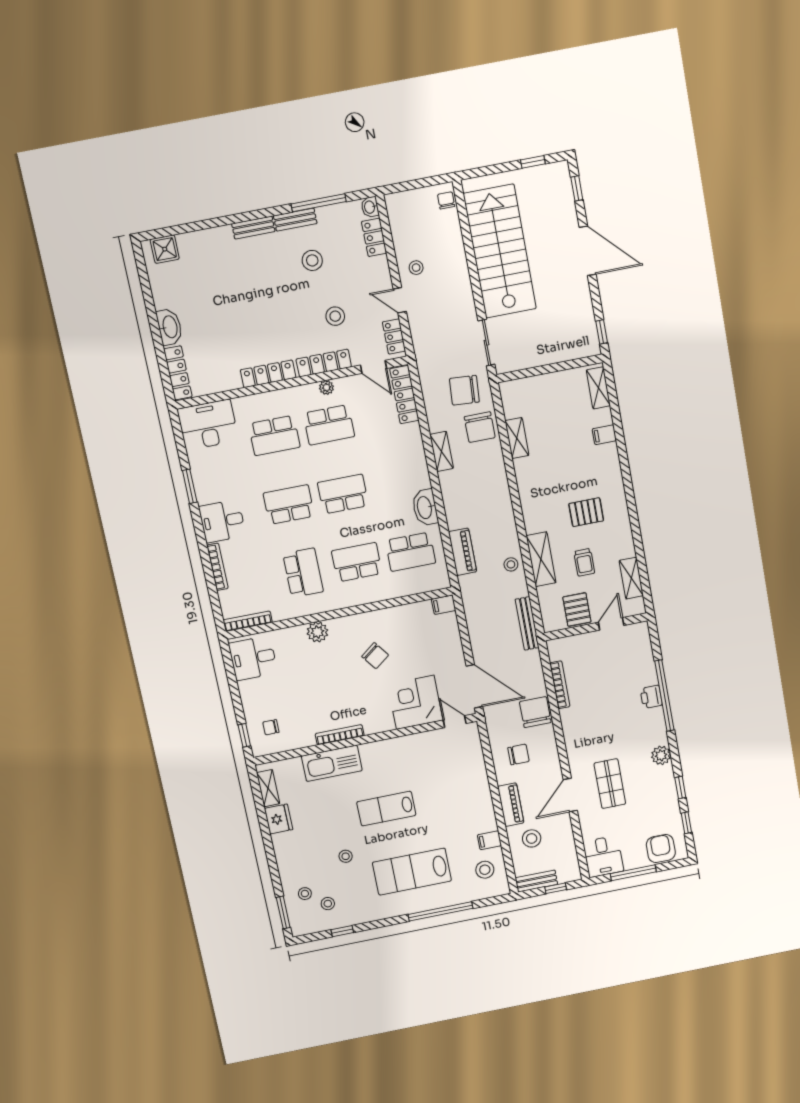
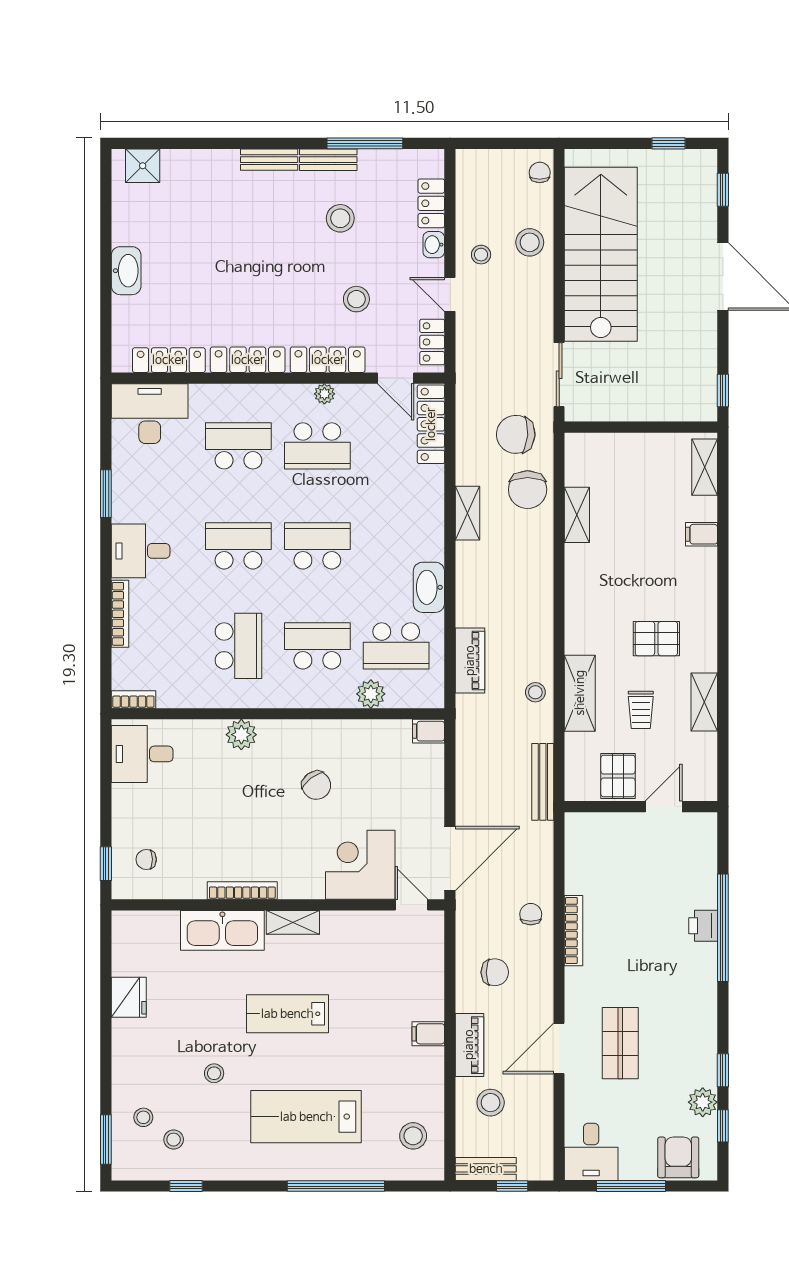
washbasin: (370, 207) -> (434, 245), moved
stool: (448, 252) -> (530, 242), added
locker: (178, 373) -> (169, 360), moved, turned -90
school desk: (274, 435) -> (238, 446), turned 180
shelving: (631, 578) -> (704, 702), moved
plant: (400, 587) -> (371, 694), added
bookcase: (248, 621) -> (133, 699), width x0.64
bookcase: (560, 685) -> (574, 931), moved
door: (474, 686) -> (450, 858), hinge flipped
chair: (535, 712) -> (531, 914), width x0.54, depth x0.54
plant: (661, 755) -> (703, 1102), moved
shelving: (268, 788) -> (293, 922), moved, turned 90
filing cabinet: (489, 840) -> (428, 1034), moved

